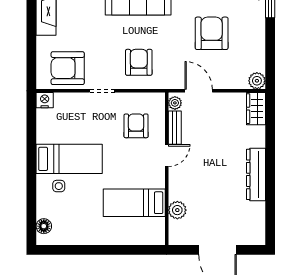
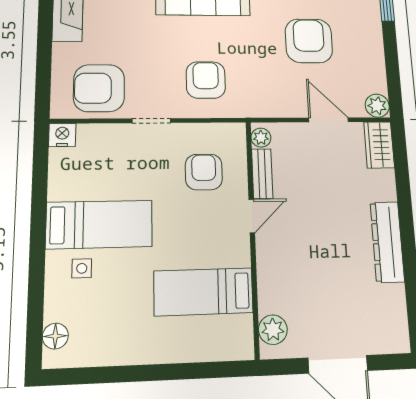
door: (199, 91) -> (329, 120), moved
plant: (177, 210) -> (273, 330), moved

